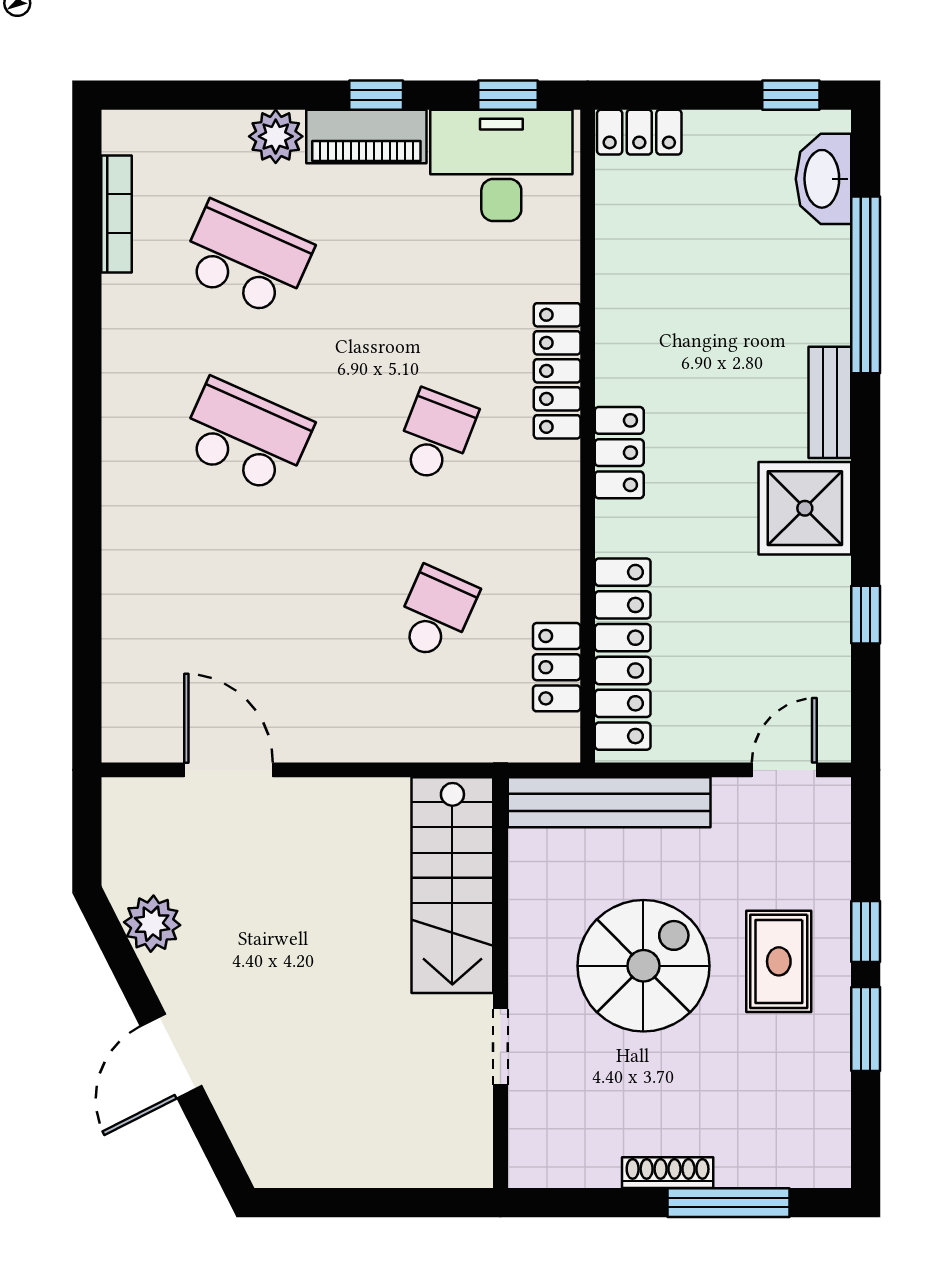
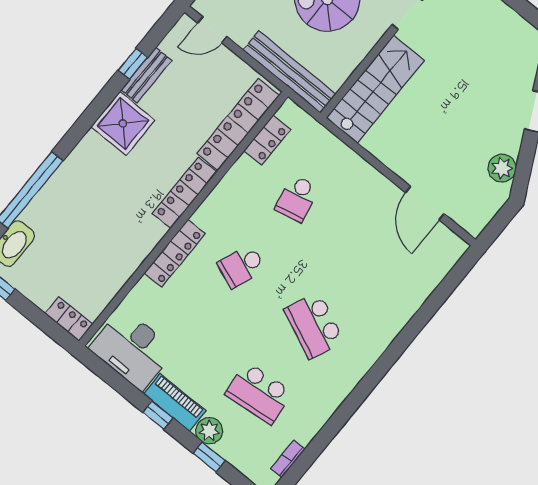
window: (508, 95) -> (209, 457), moved
bookcase: (117, 214) -> (288, 459), width x0.64
school desk: (246, 259) -> (259, 393), turned -30
bench: (830, 402) -> (146, 75), moved
locker: (619, 453) -> (184, 193), width x1.53
school desk: (436, 613) -> (297, 198), turned -36

